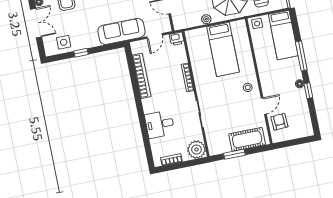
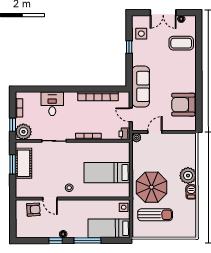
plant: (206, 19) -> (136, 138), moved
cot: (247, 139) -> (23, 163), moved
window: (191, 163) -> (13, 125), added

